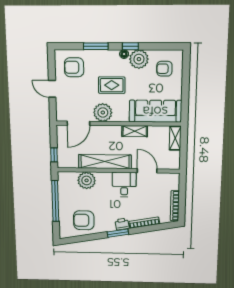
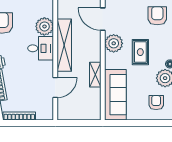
shelving: (175, 138) -> (89, 115), removed
desk: (124, 185) -> (41, 48), moved

